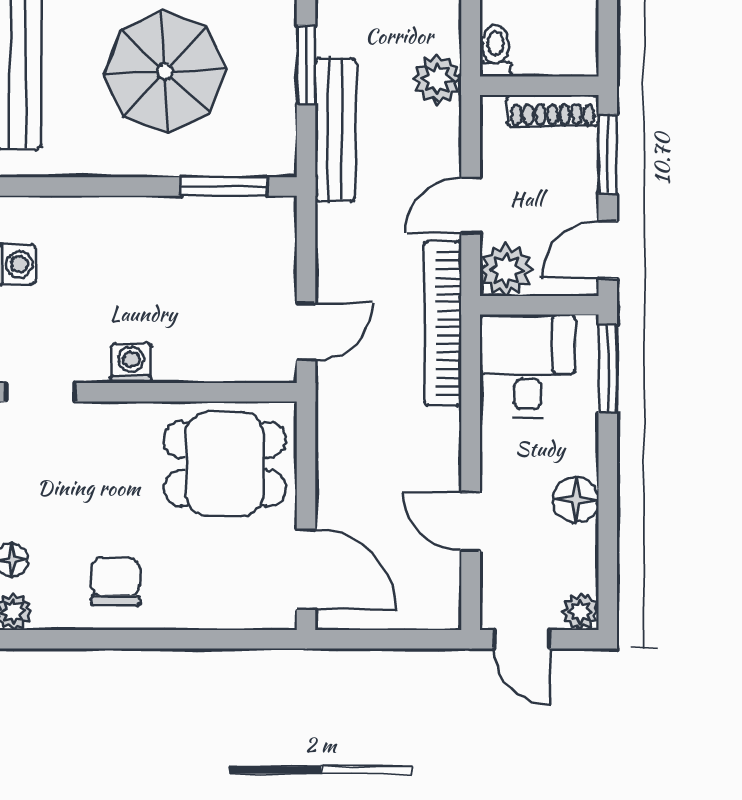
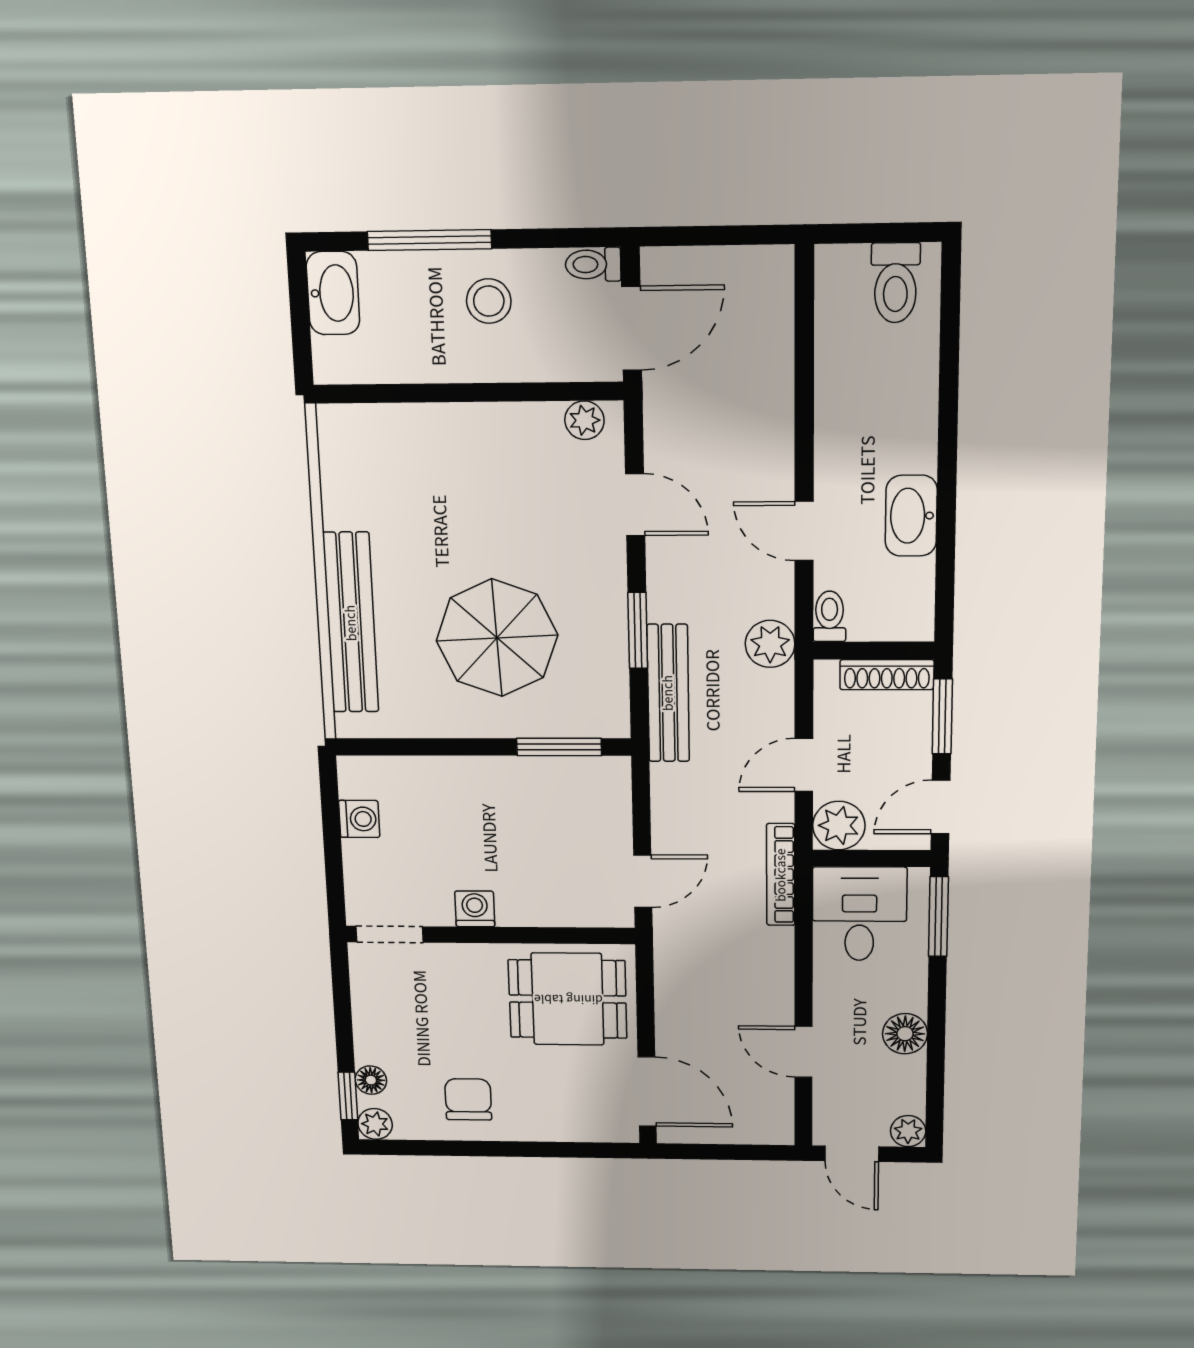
bookcase: (443, 323) -> (781, 875), width x0.68, depth x0.76

